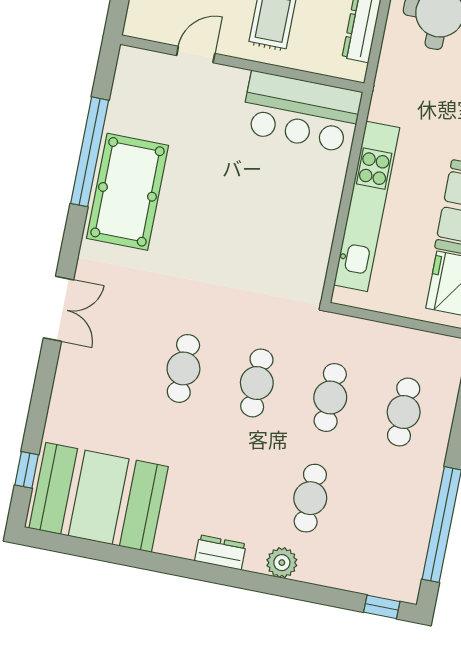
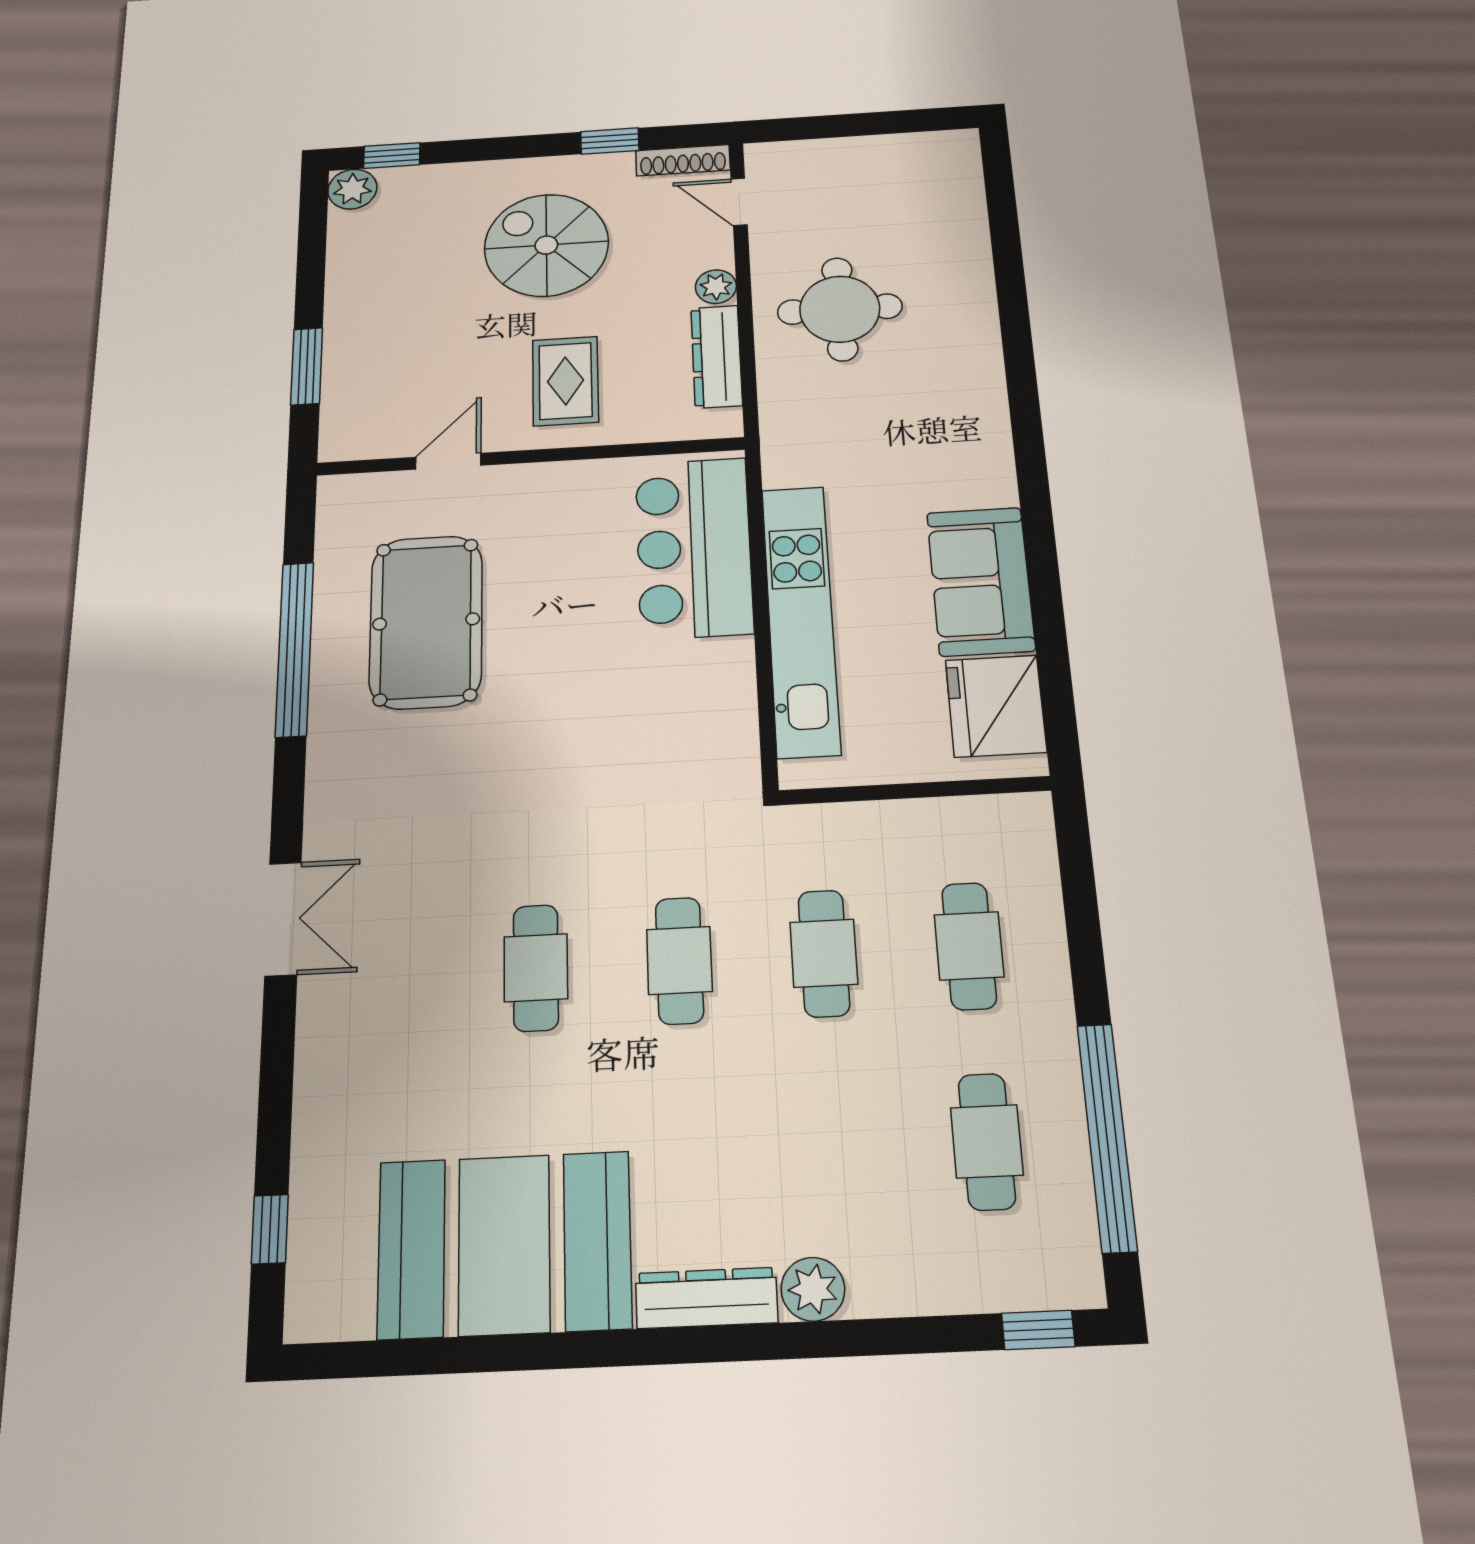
bar counter: (301, 112) -> (694, 548), moved, turned 90
pool table: (127, 192) -> (426, 621), moved
booth: (99, 497) -> (504, 1245), moved
cafe table: (310, 498) -> (987, 1141), moved
dresser: (220, 552) -> (706, 1298), width x1.44

